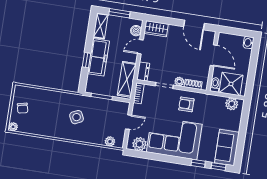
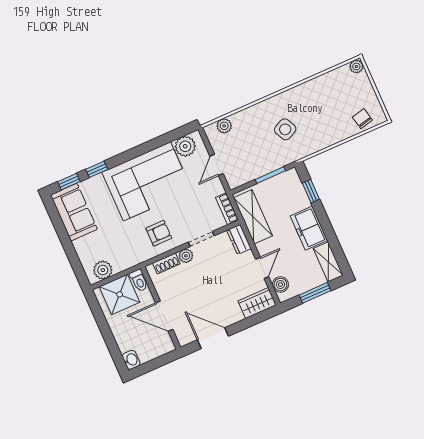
freezer: (98, 57) -> (309, 228), width x0.71
window: (86, 60) -> (311, 191), moved
chair: (23, 108) -> (362, 119), moved

